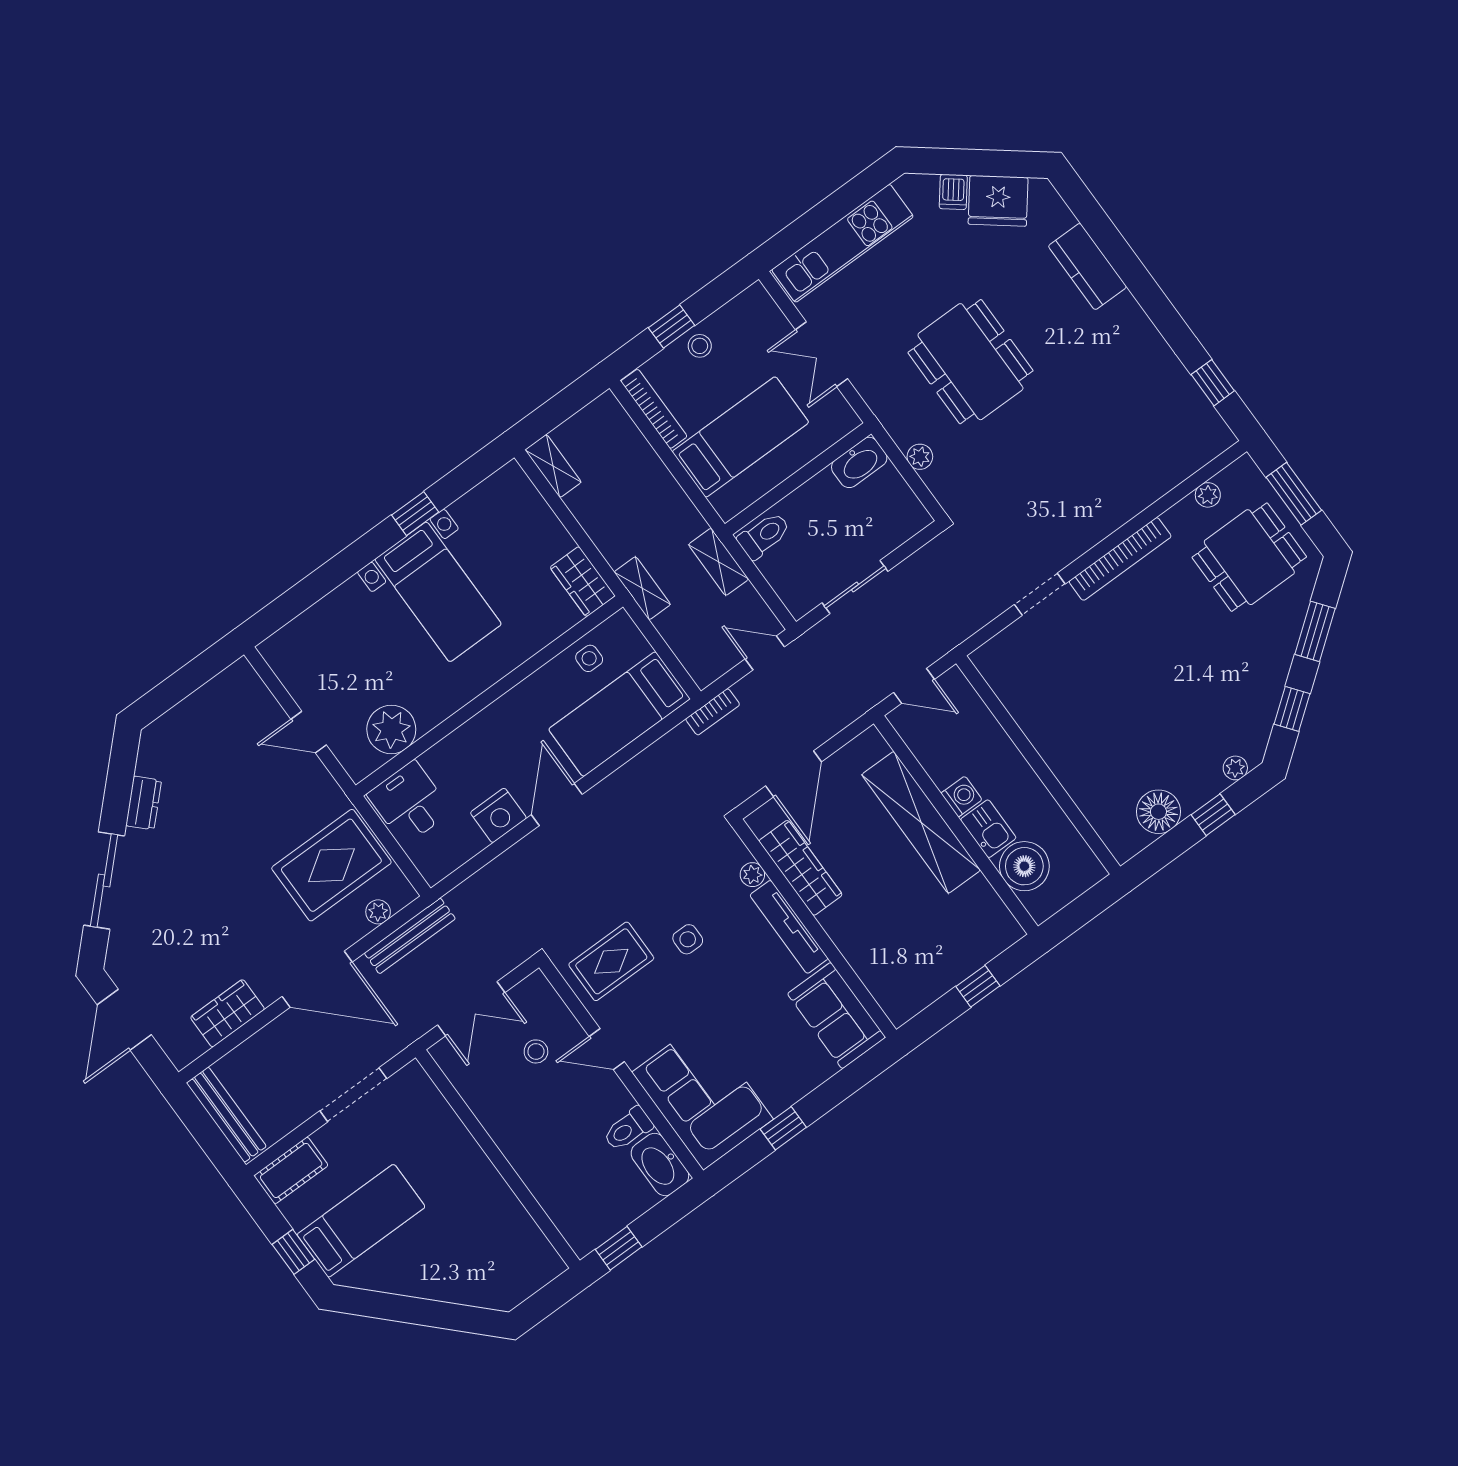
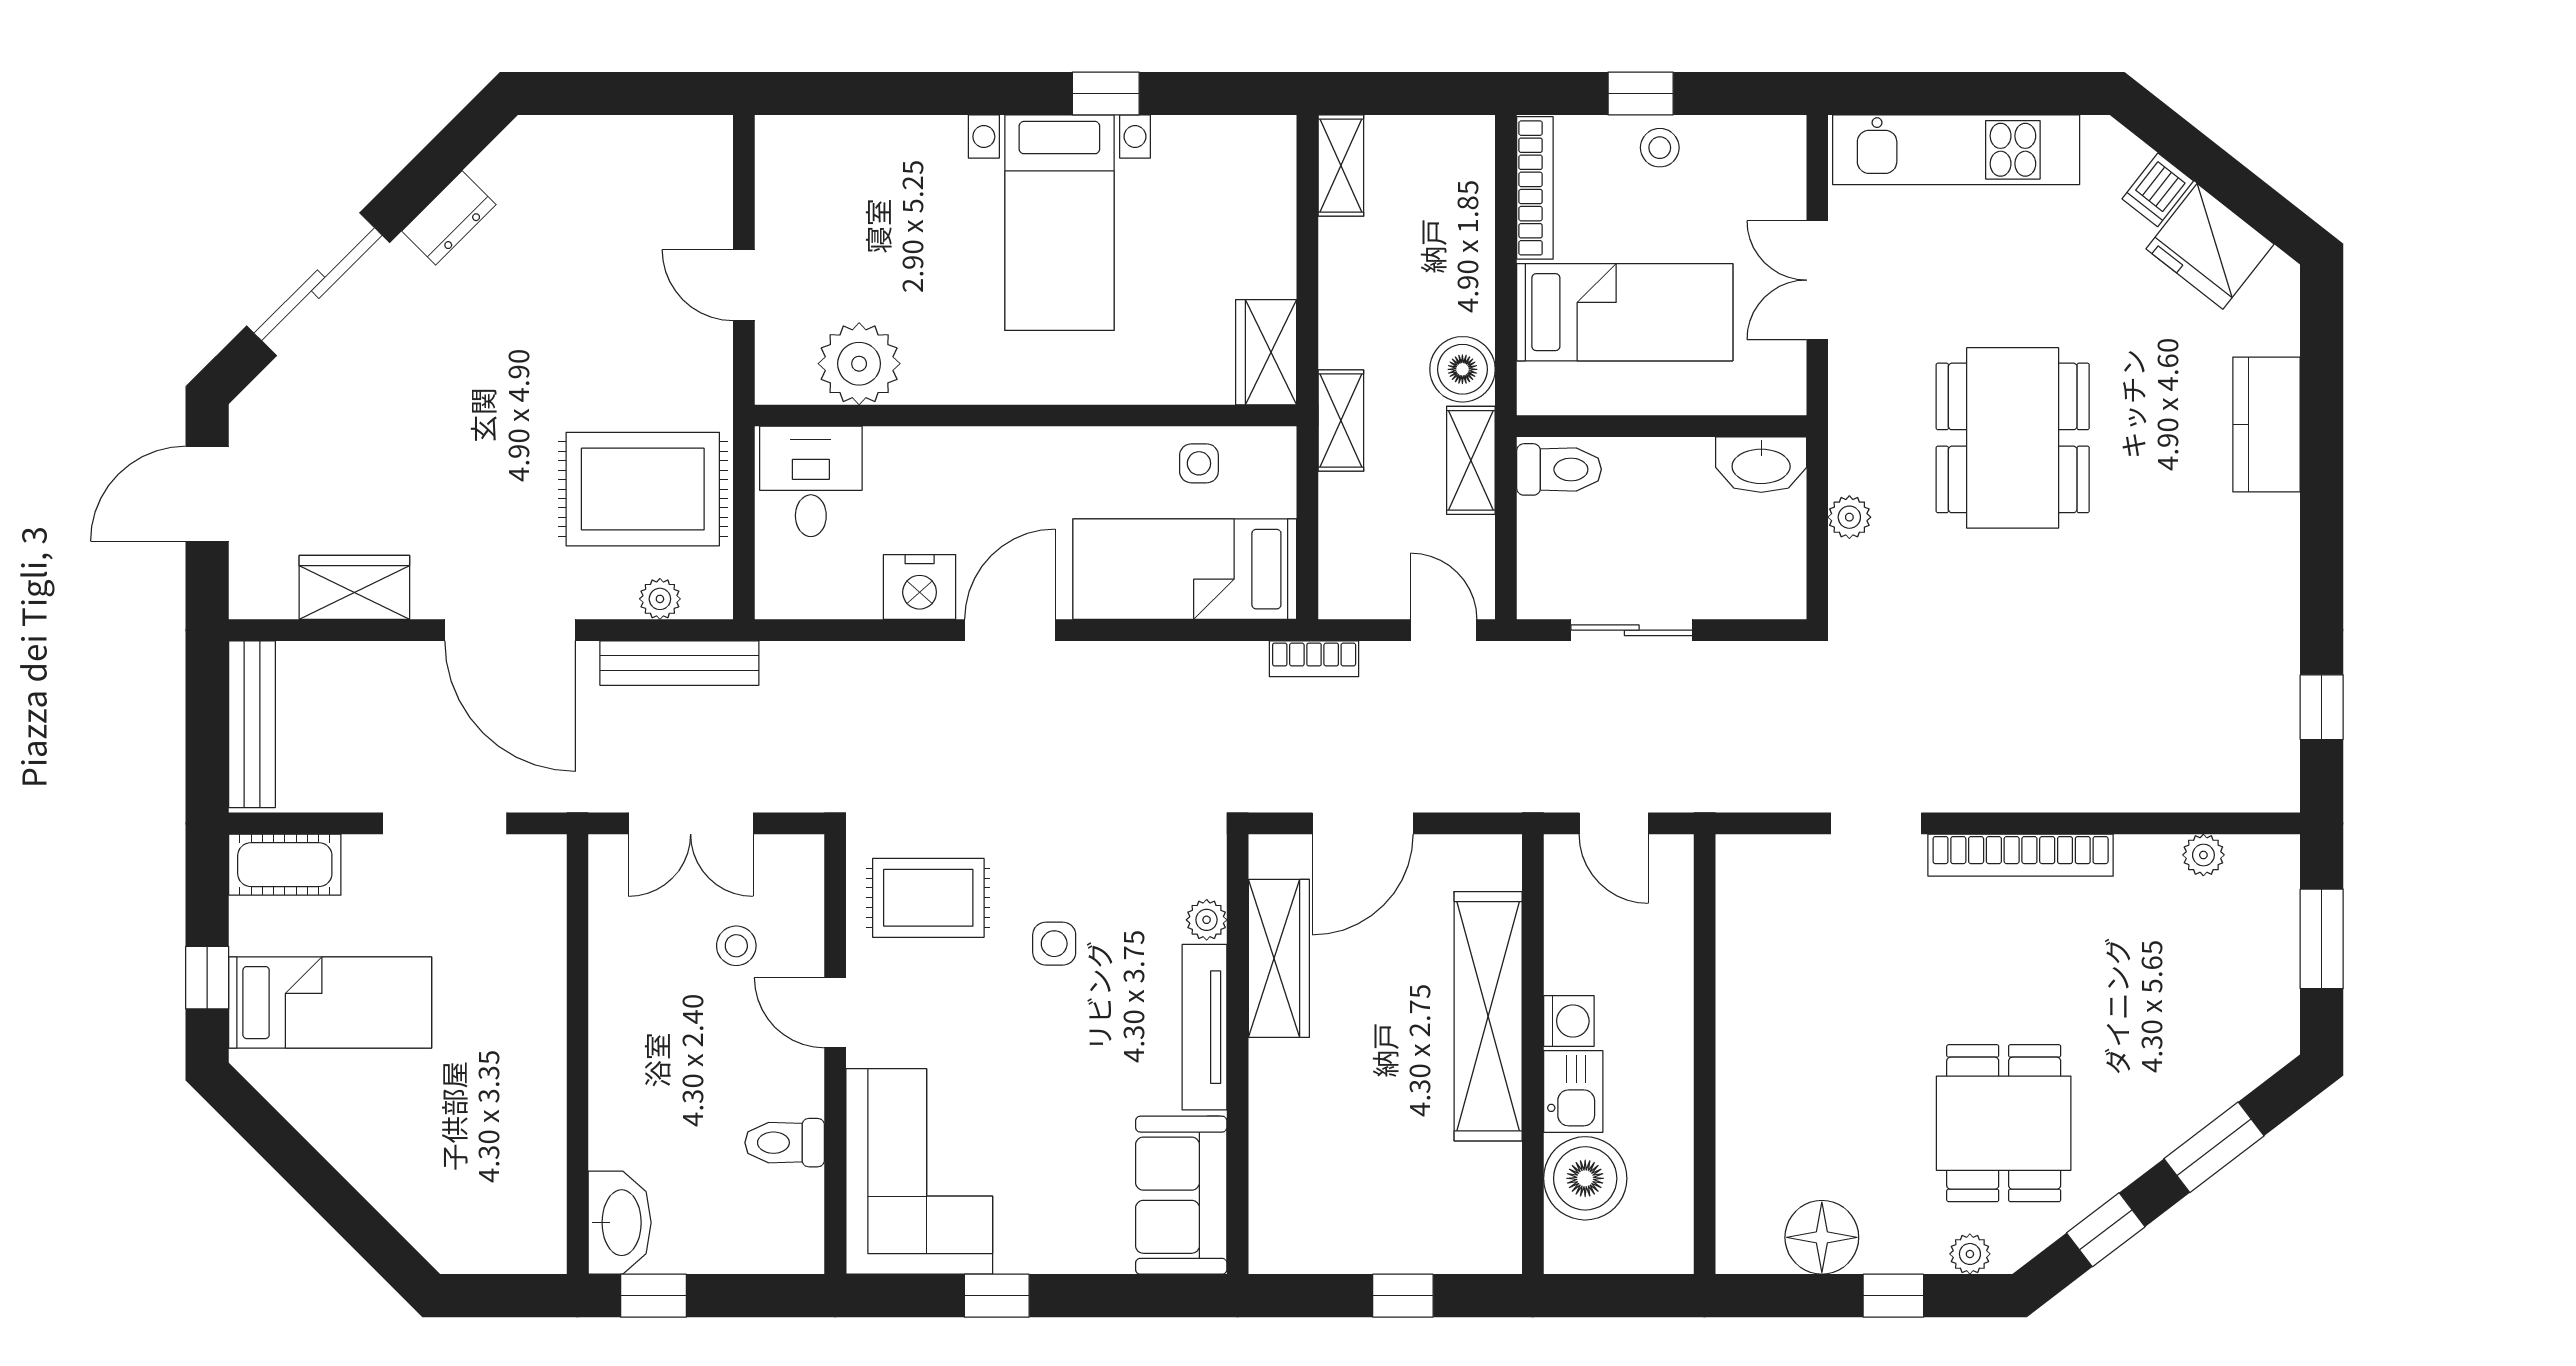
boiler: (683, 521) -> (1462, 369), added
dining table: (1249, 557) -> (2004, 1123), moved, turned 90
washbasin: (660, 1164) -> (620, 1223), moved, turned 180

